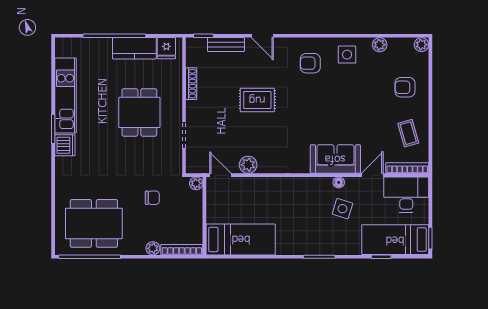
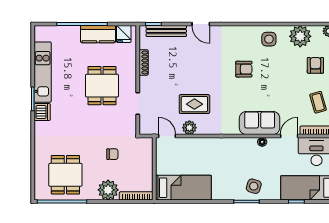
bench: (226, 45) -> (166, 31), width x1.36
plant: (380, 45) -> (300, 36), width x1.87, depth x1.87
armchair: (310, 63) -> (244, 69), moved, turned 180
armchair: (405, 87) -> (315, 65), turned 90
rug: (257, 100) -> (194, 104), moved
plant: (196, 183) -> (148, 143), removed
side table: (342, 209) -> (254, 186), moved
dining table: (94, 223) -> (65, 175), width x0.73
plant: (153, 248) -> (108, 190), width x1.88, depth x1.88

